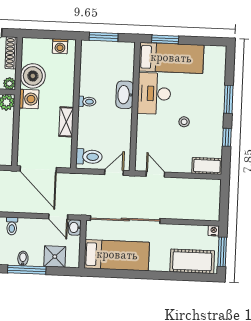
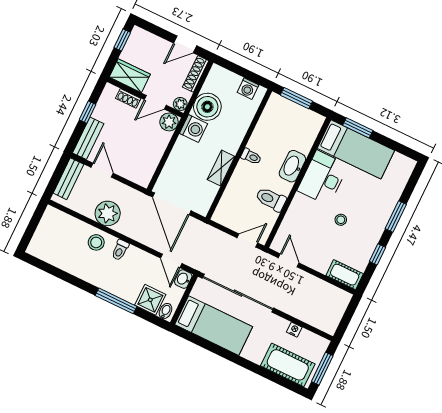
toilet: (89, 157) -> (271, 199), moved, turned 180
nightstand: (214, 231) -> (294, 330), moved
bidet: (23, 258) -> (165, 311), moved

